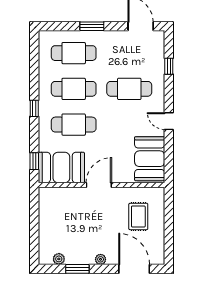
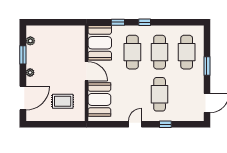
window: (169, 66) -> (165, 124), moved
booth: (150, 159) -> (99, 99), moved, turned 90
window: (34, 161) -> (118, 22), moved

